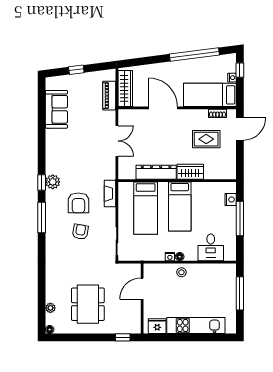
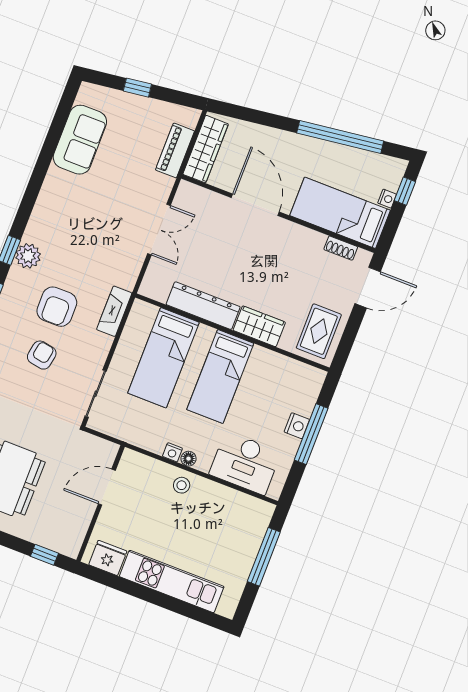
rug: (206, 139) -> (319, 331), moved, turned 90
nightstand: (231, 199) -> (297, 426), moved
desk: (211, 247) -> (245, 463), width x1.37

